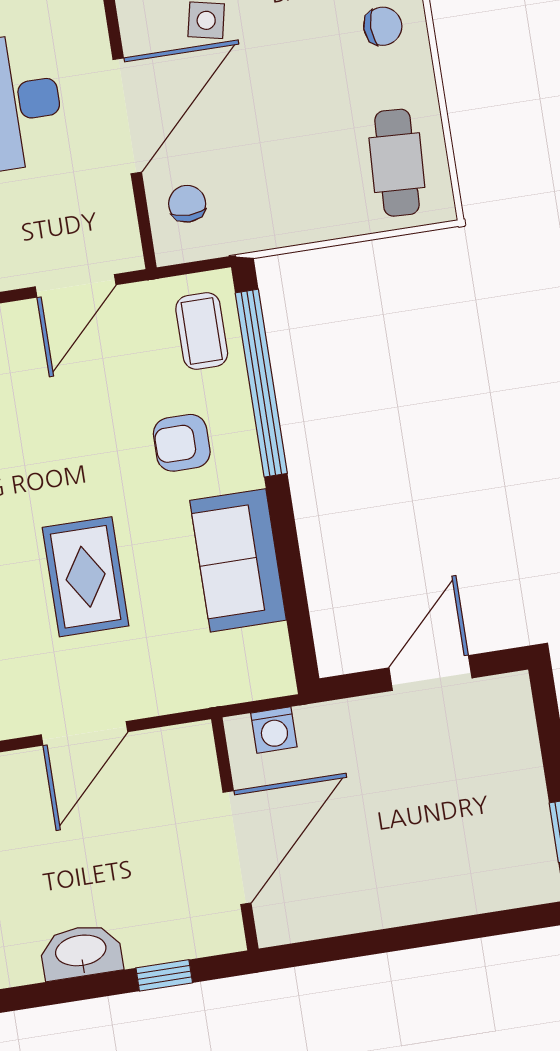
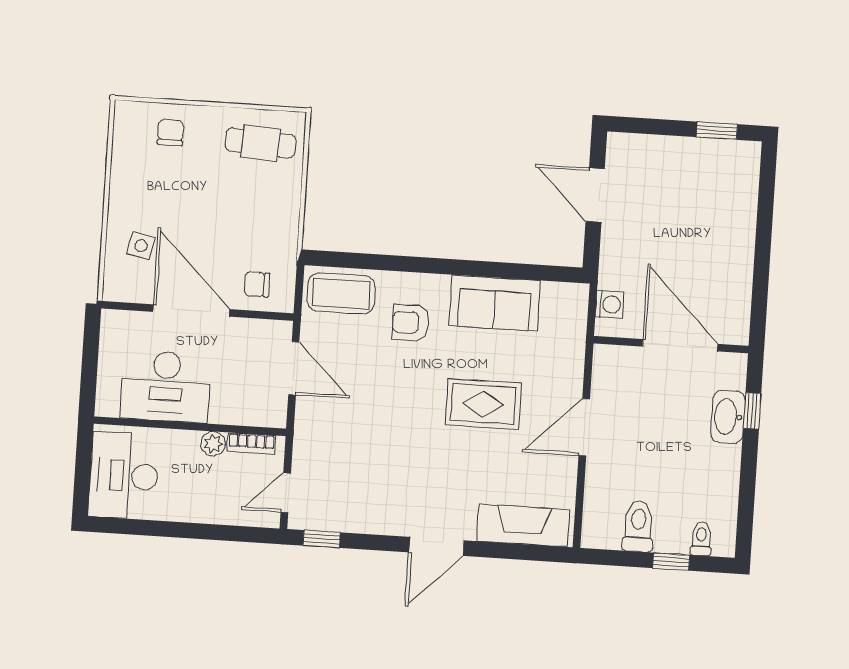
coffee table: (202, 331) -> (341, 293), width x1.36, depth x1.30
window: (261, 383) -> (383, 263), removed
armchair: (182, 443) -> (411, 323), turned 90
door: (84, 733) -> (584, 427), swing flipped
washbasin: (81, 952) -> (728, 417), moved

